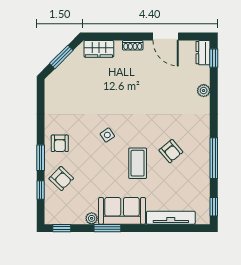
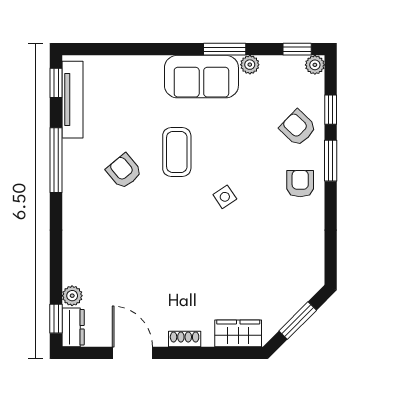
plant: (204, 91) -> (72, 296), moved
plant: (51, 218) -> (315, 65), added
tv unit: (171, 218) -> (72, 100), moved, turned -90

